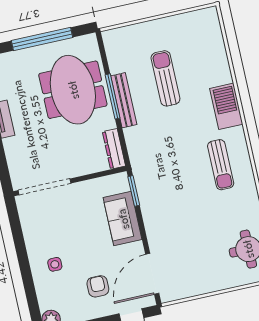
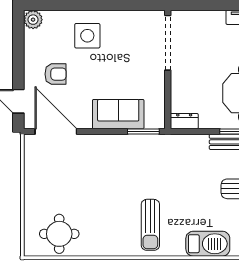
dresser: (114, 149) -> (184, 121), width x0.70
sun lounger: (221, 165) -> (150, 225), turned -90
side table: (55, 264) -> (87, 36), width x1.87, depth x1.87

